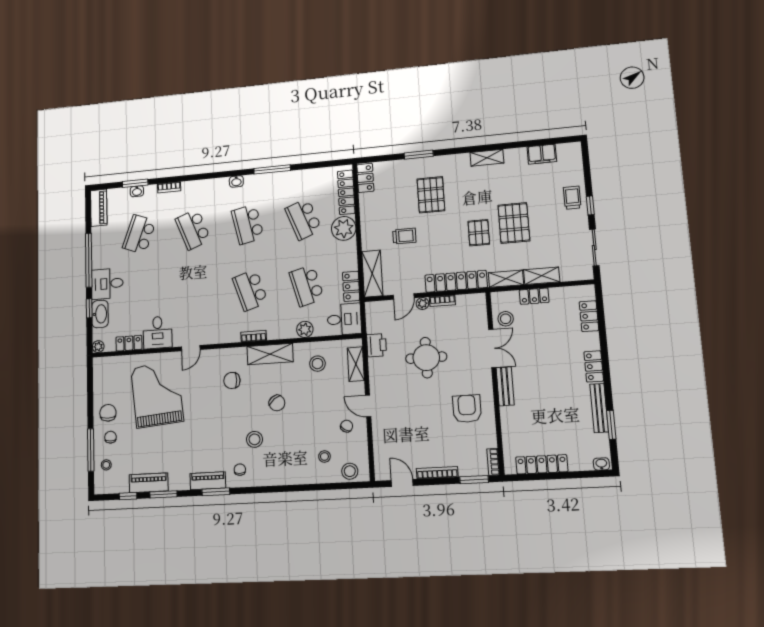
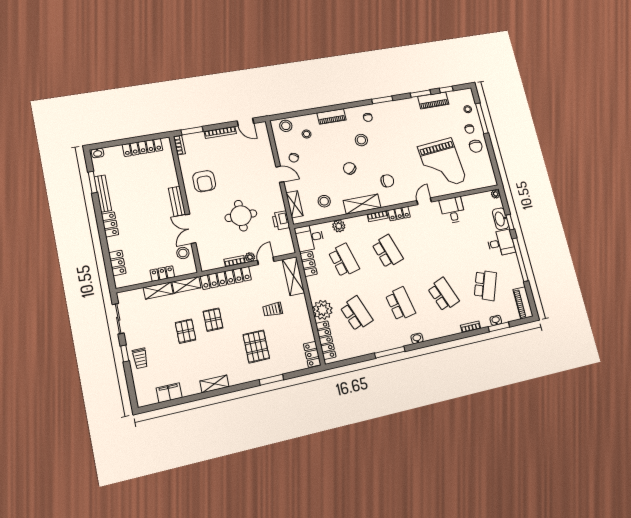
pallet: (514, 223) -> (186, 331), width x0.67, depth x0.71
locker: (129, 343) -> (399, 214), moved
piano: (208, 481) -> (332, 116), moved

